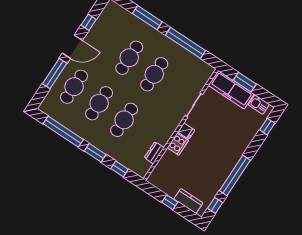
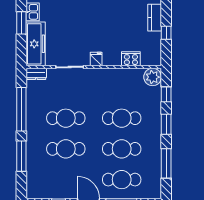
window: (245, 82) -> (21, 23), moved
window: (63, 132) -> (166, 163), width x0.68
cooker: (178, 144) -> (131, 59), moved
dresser: (154, 153) -> (36, 74), moved
plant: (141, 167) -> (153, 77), added

